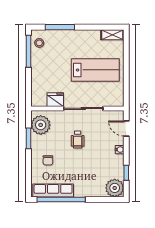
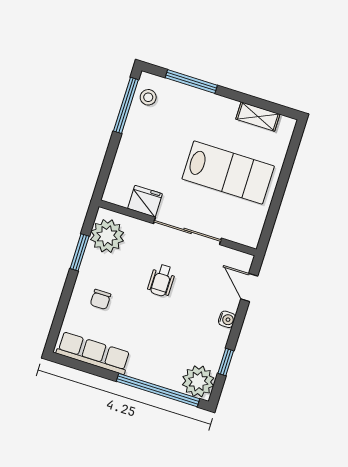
shelving: (112, 35) -> (258, 117), moved
window: (61, 200) -> (158, 390), moved

